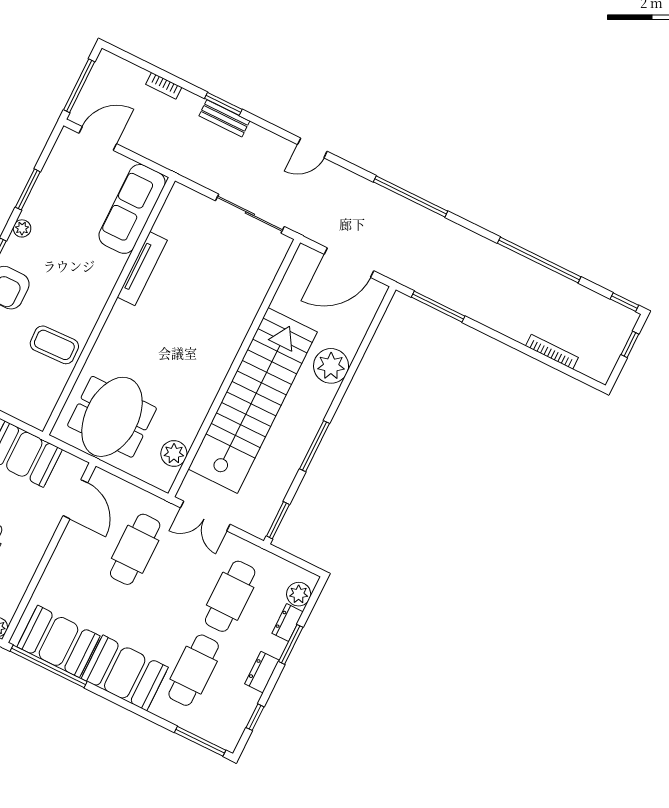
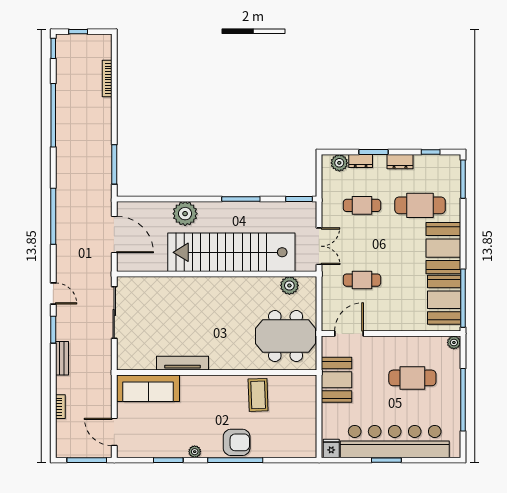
window: (223, 104) -> (53, 330), moved
cafe table: (135, 549) -> (362, 280), width x0.73, depth x0.74
cafe table: (230, 596) -> (362, 205), width x0.73, depth x0.74

